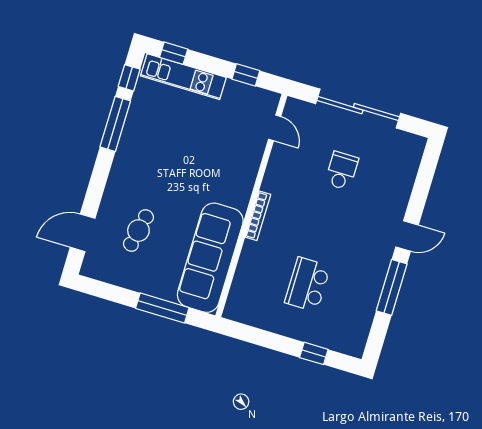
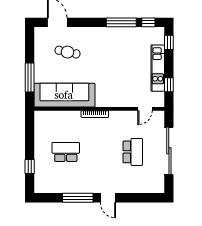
kitchen unit: (183, 77) -> (158, 68), moved
school desk: (342, 171) -> (133, 152), width x1.85

